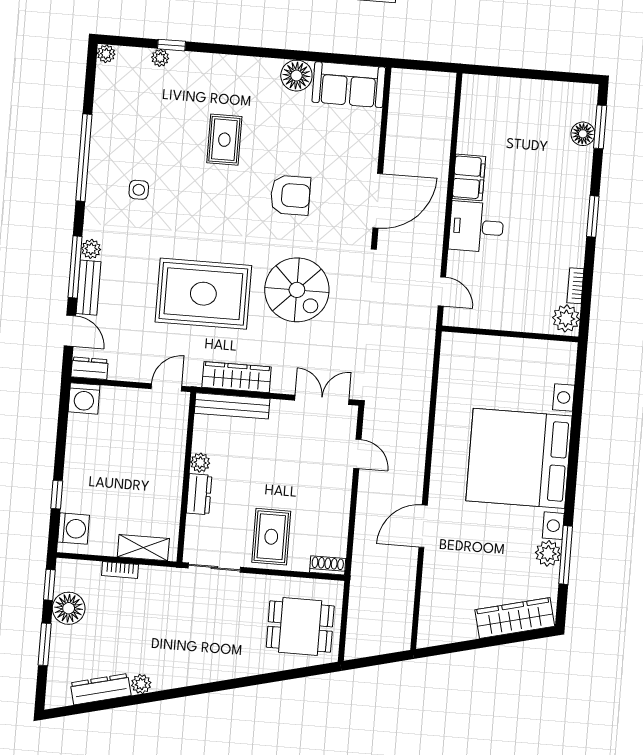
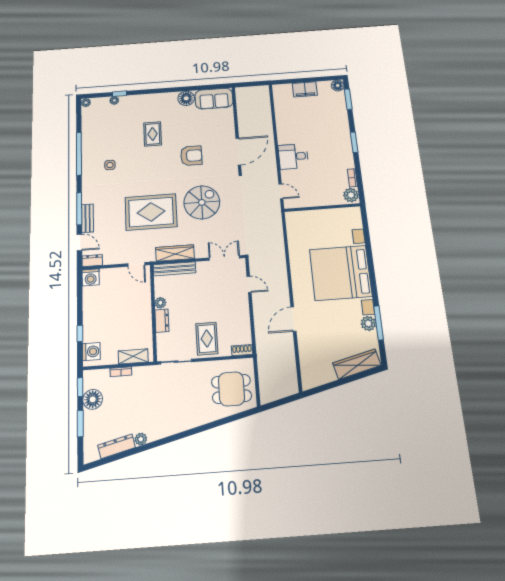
floor lamp: (583, 134) -> (338, 86), moved
filing cabinet: (469, 177) -> (305, 89), moved, turned 90
plant: (91, 249) -> (87, 198), removed
spiral stairs: (297, 290) -> (202, 202), turned -90
door: (166, 387) -> (136, 264), swing flipped

